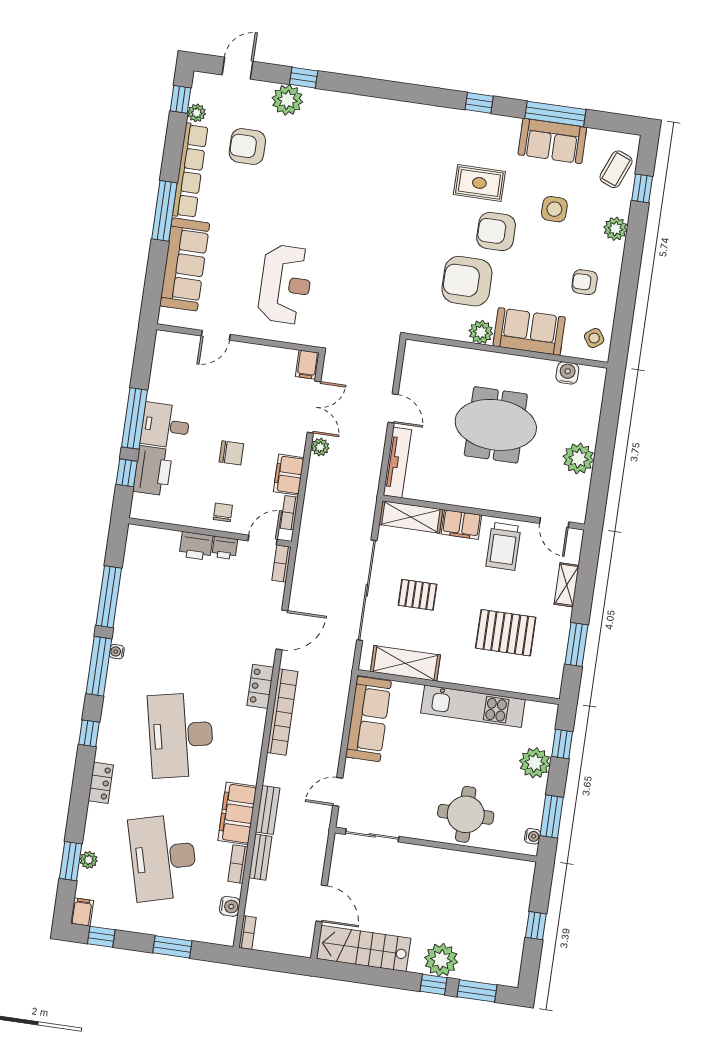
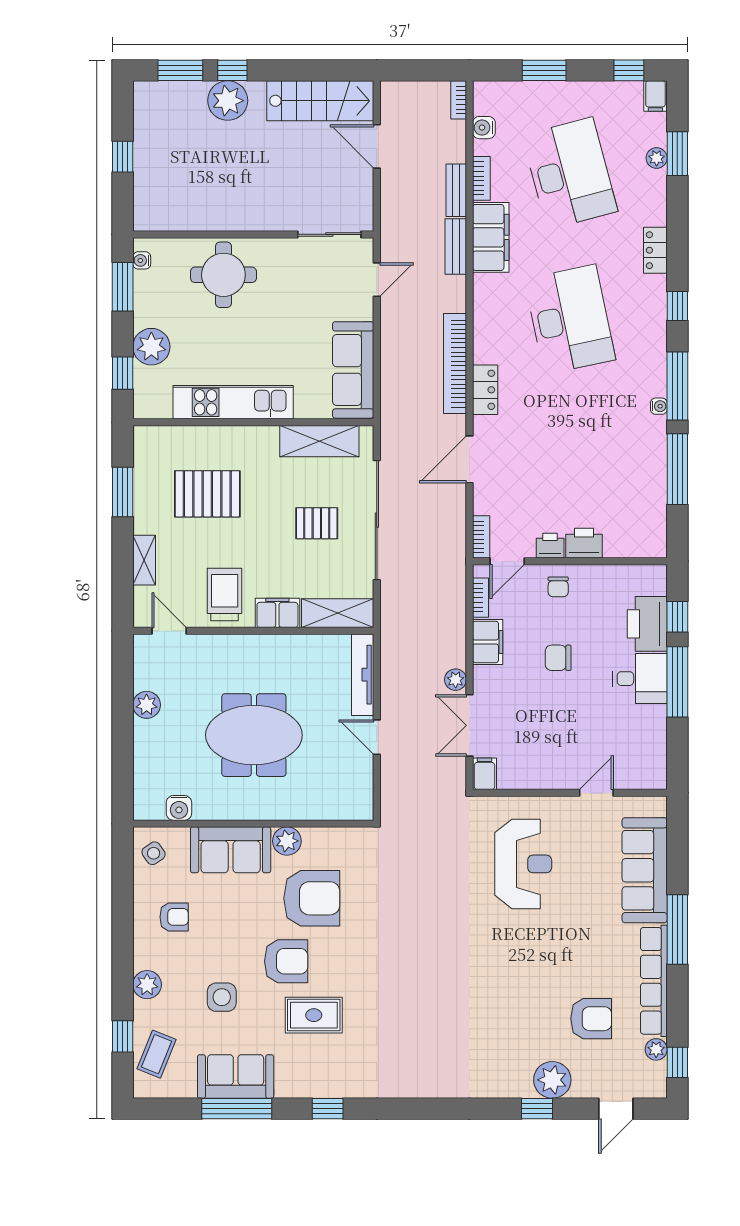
reception desk: (286, 284) -> (523, 864), turned 180
plant: (579, 458) -> (147, 705), width x0.73, depth x0.73

